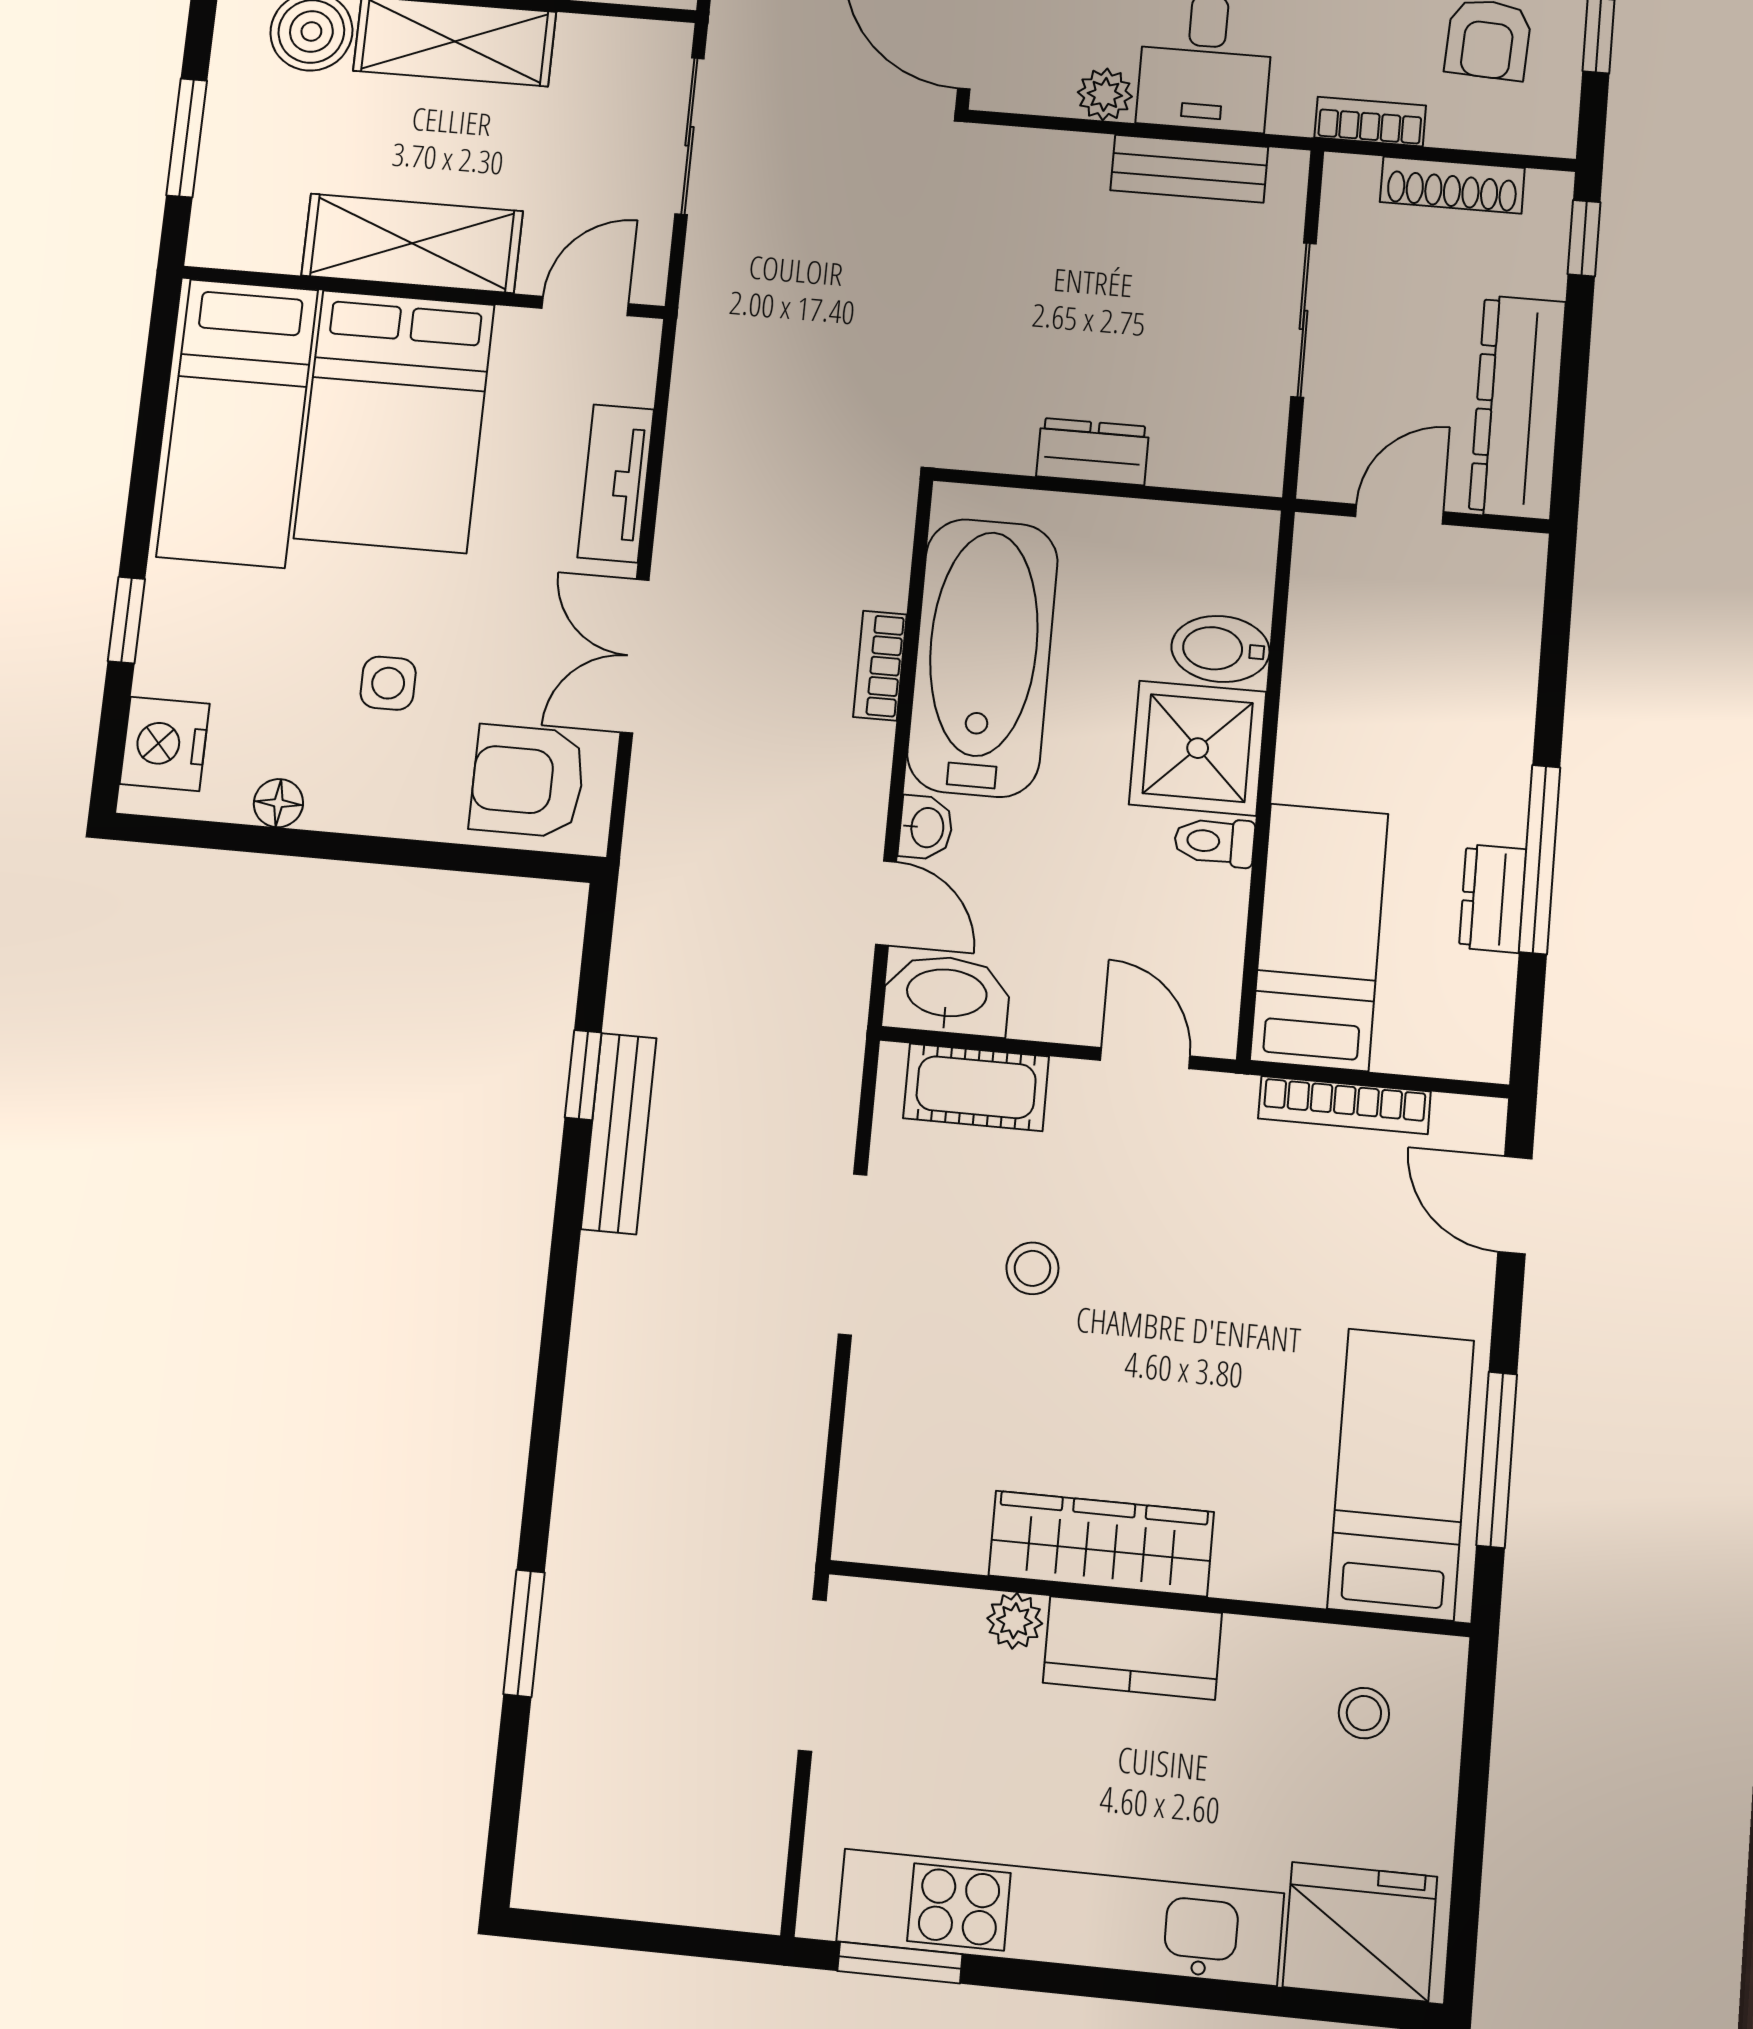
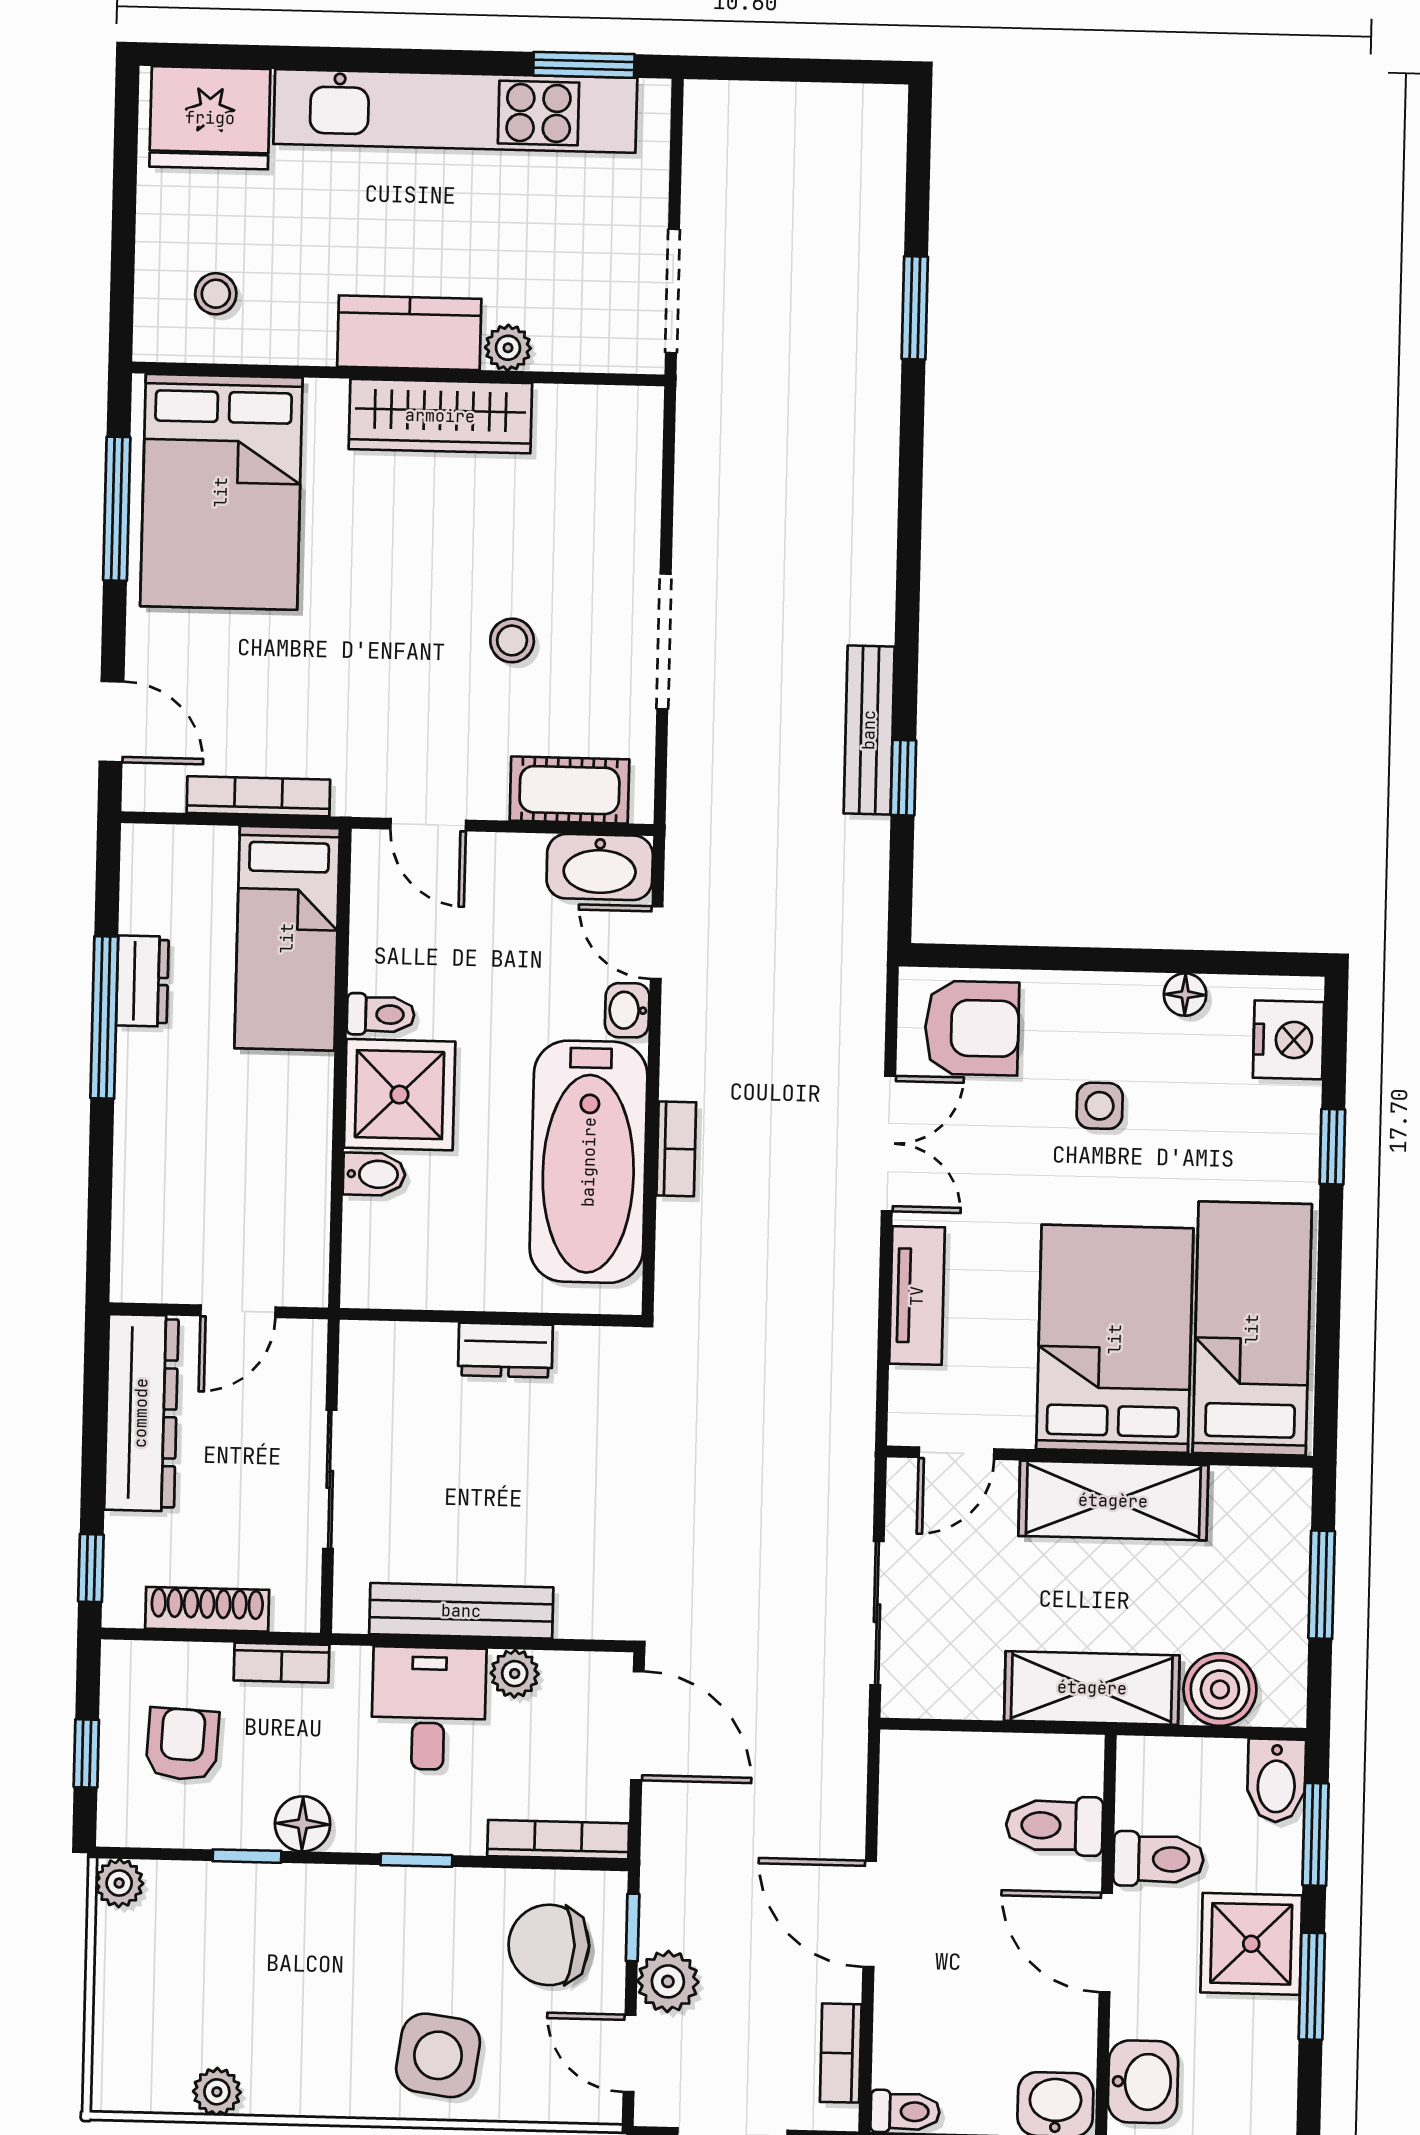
bench: (1189, 169) -> (461, 1611), width x1.36
bidet: (1220, 649) -> (374, 1174), width x0.72, depth x0.74
bed: (1401, 1474) -> (221, 492), width x1.50

